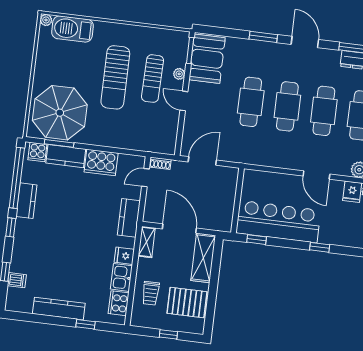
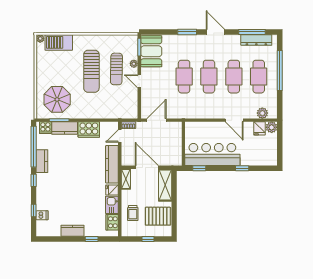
parasol: (60, 113) -> (57, 99), width x0.73, depth x0.73
kitchen counter: (129, 218) -> (112, 164), width x1.50
kitchen counter: (59, 309) -> (73, 231), width x0.67

